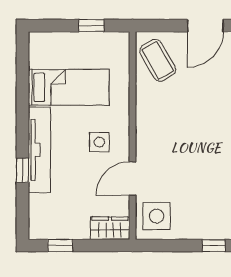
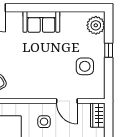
side table: (157, 216) -> (85, 66), moved

